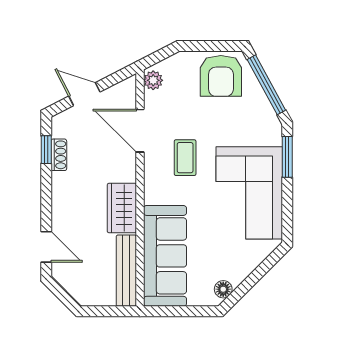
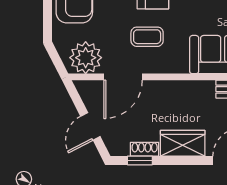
plant: (153, 80) -> (86, 58), width x1.87, depth x1.87
wardrobe: (122, 208) -> (183, 143), moved, turned 180

